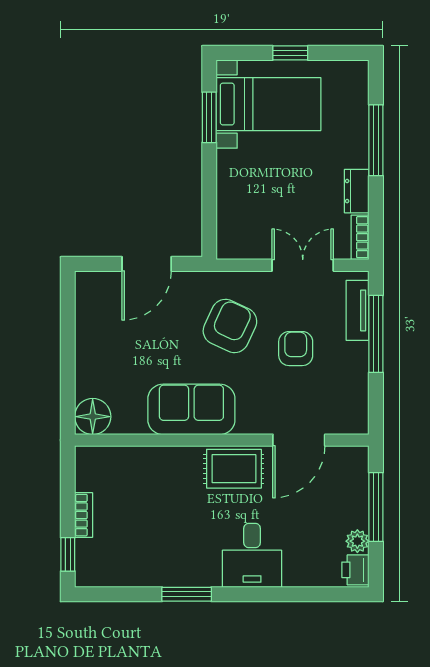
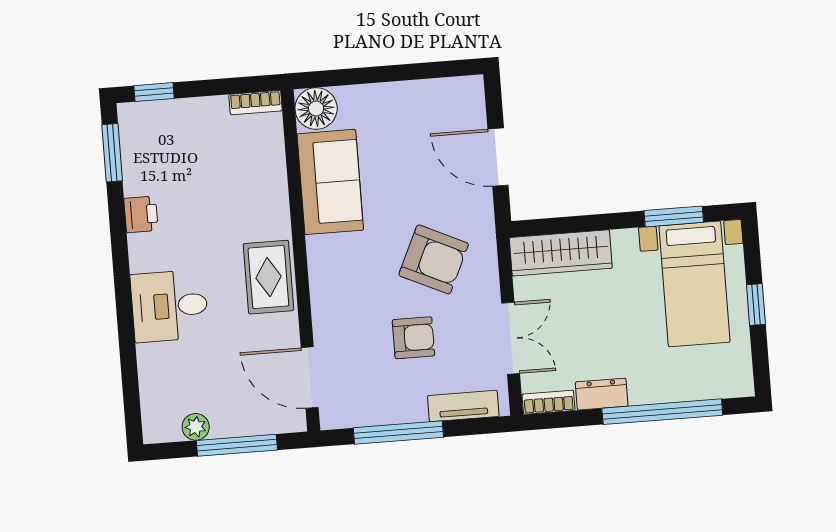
window: (376, 140) -> (662, 412), width x1.46
wardrobe: (233, 217) -> (561, 253), added
window: (376, 334) -> (398, 432), moved
sofa: (191, 409) -> (330, 182), moved
door: (299, 440) -> (310, 378), moved
bookcase: (84, 515) -> (255, 103), moved
printer: (355, 570) -> (141, 214), moved, turned 90
window: (187, 594) -> (112, 153), moved

